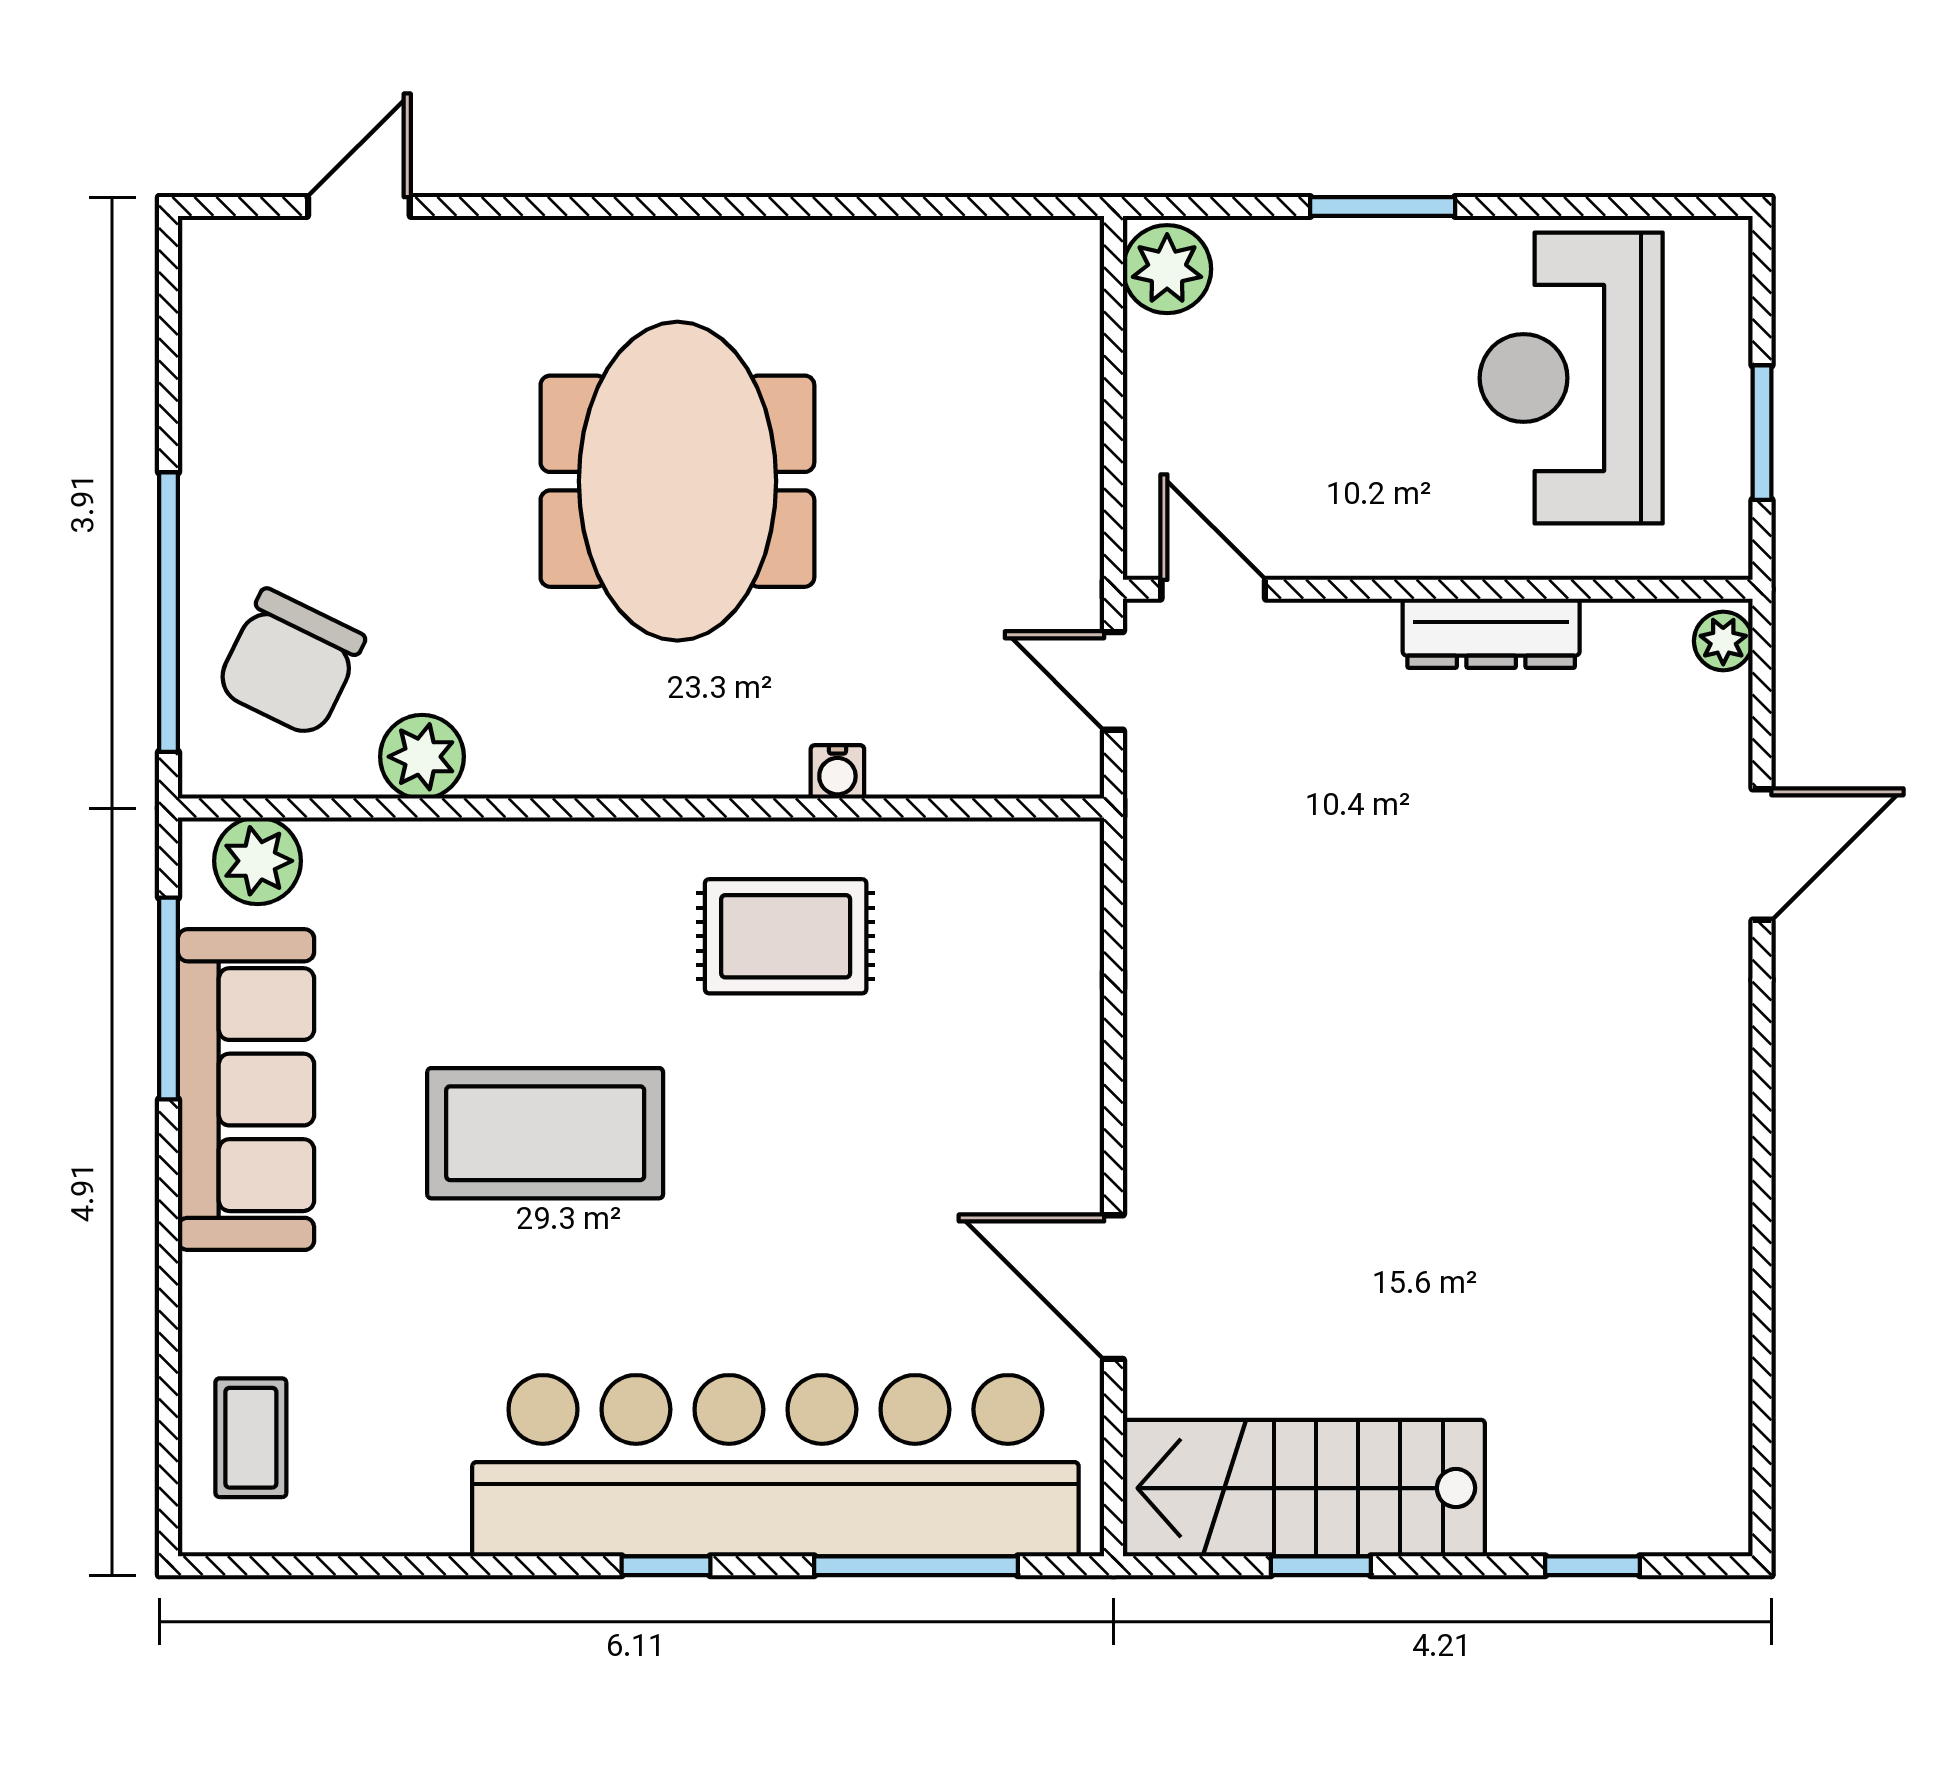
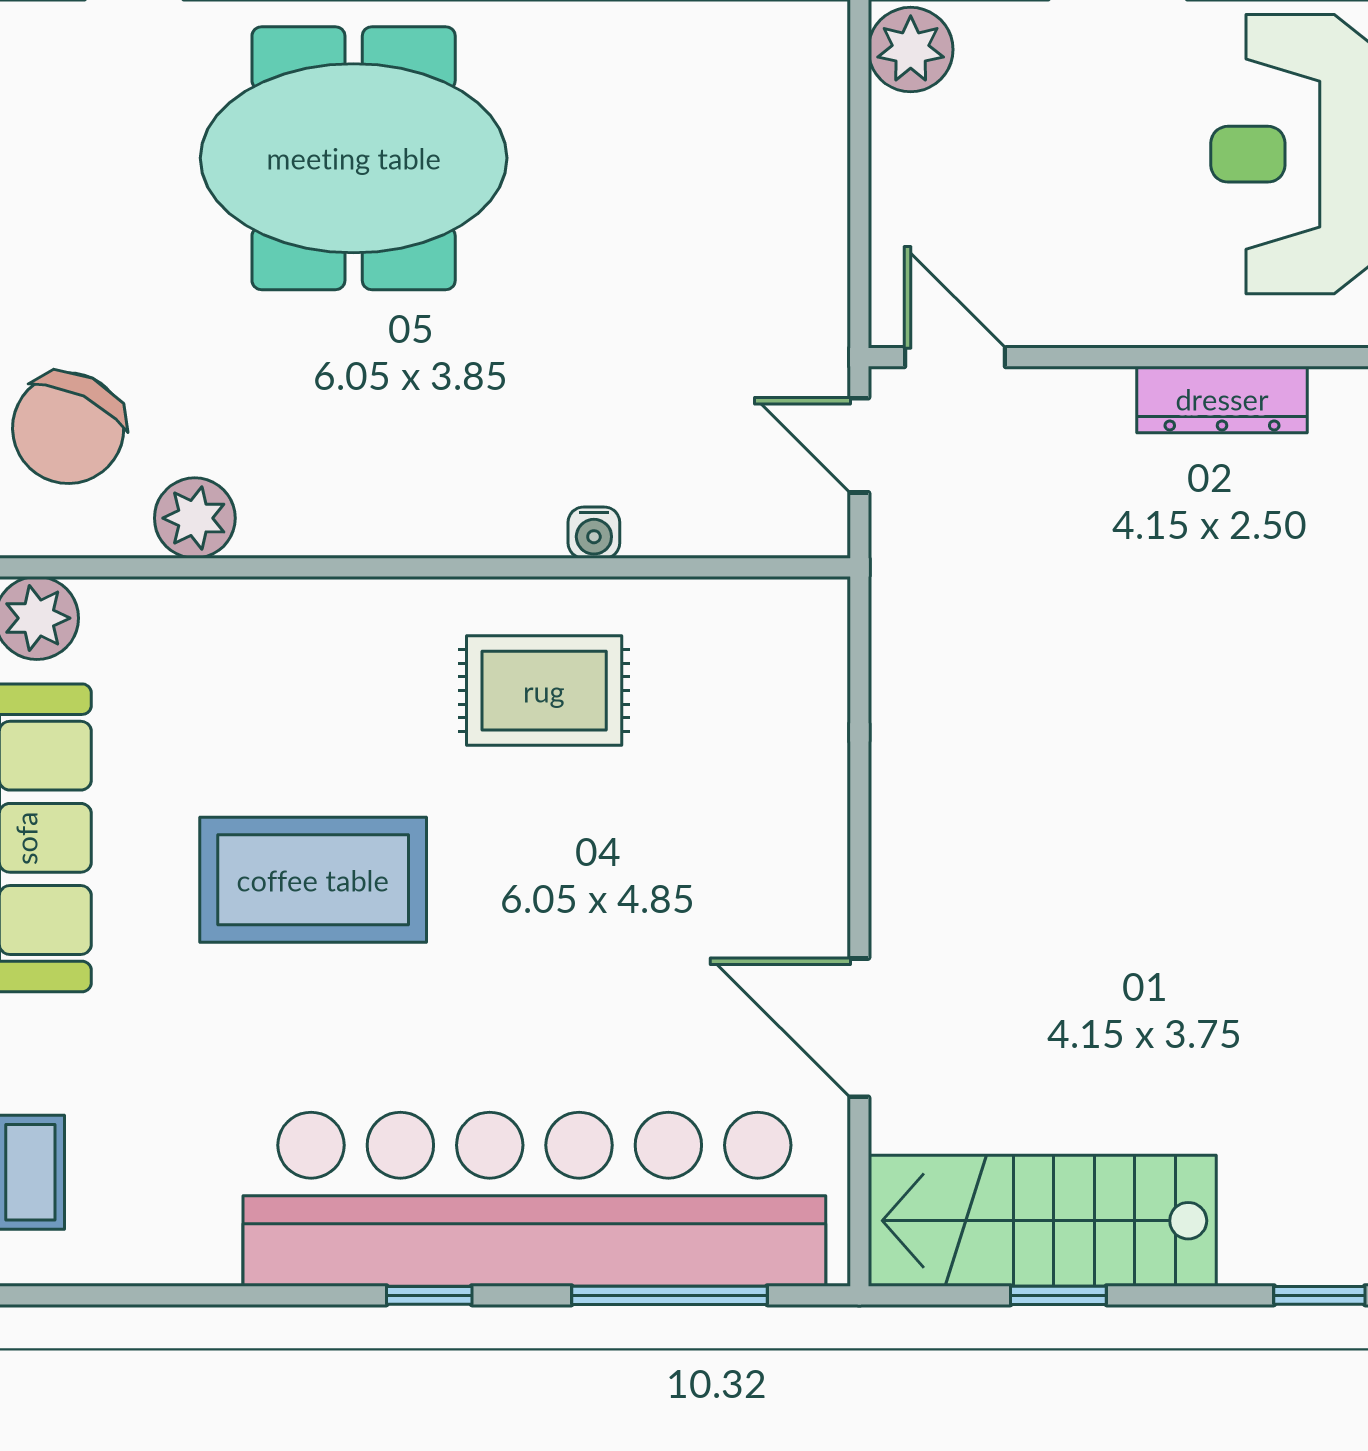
meeting table: (677, 481) -> (354, 158), moved, turned 90

